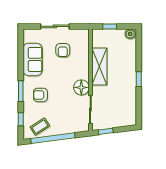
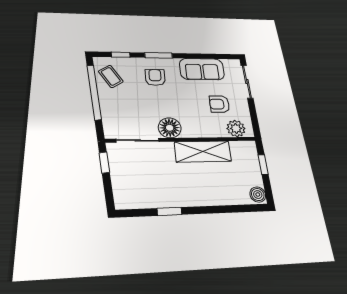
sliding door: (55, 26) -> (247, 81), moved
plant: (82, 41) -> (236, 128), added
window: (139, 79) -> (169, 211), moved

